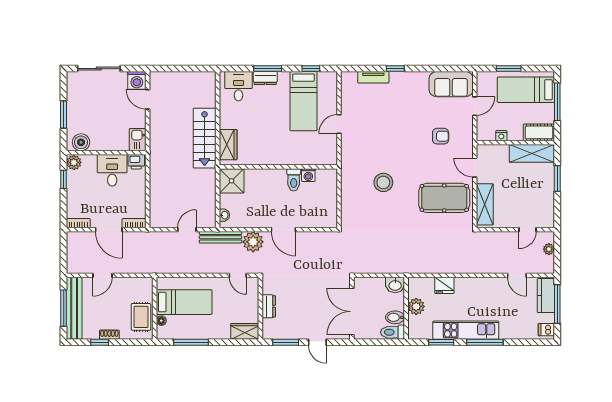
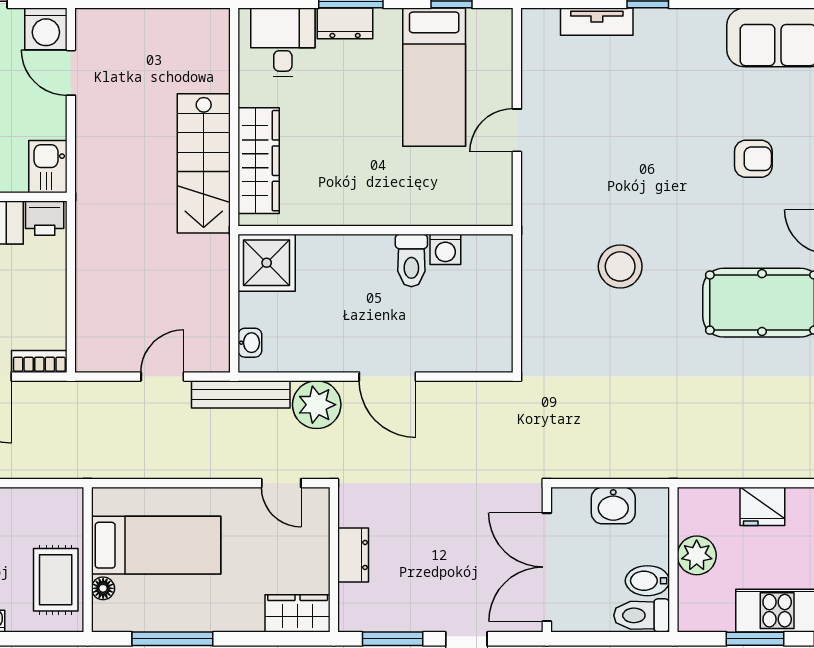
wardrobe: (228, 145) -> (259, 161), width x1.50
washbasin: (395, 285) -> (613, 506), moved

